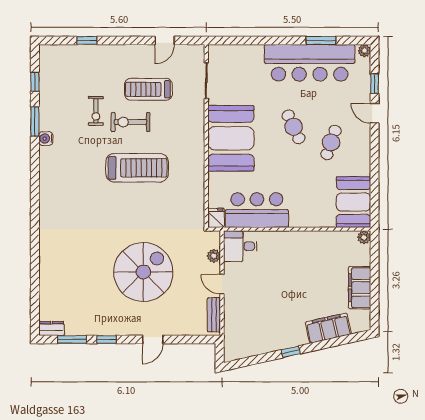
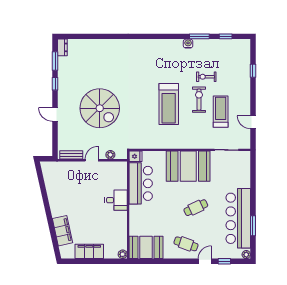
cafe table: (331, 142) -> (186, 244), moved
desk: (240, 246) -> (116, 200), moved, turned 90
window: (291, 352) -> (47, 206), removed

